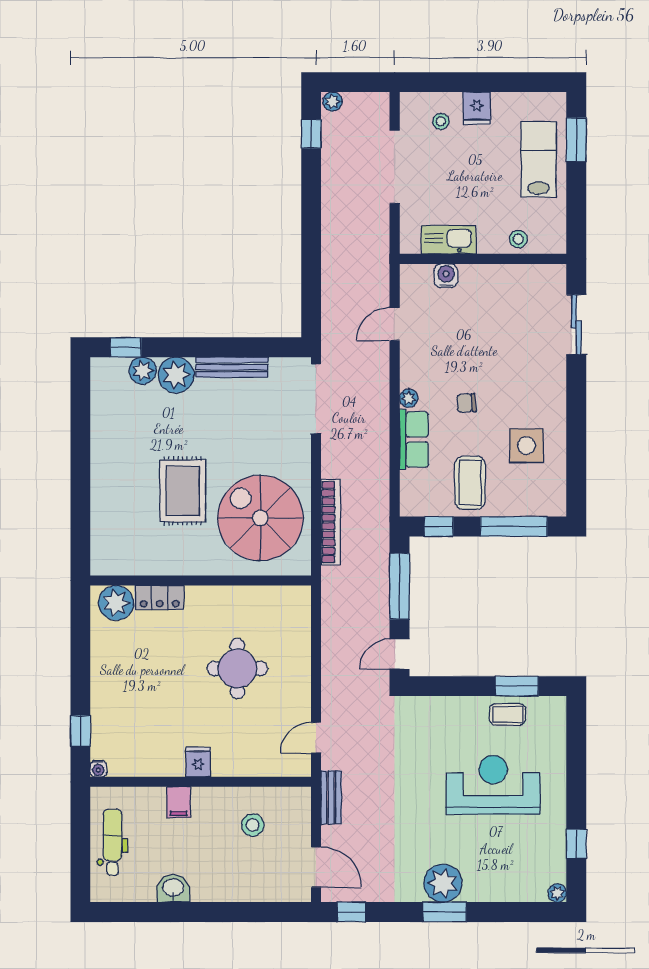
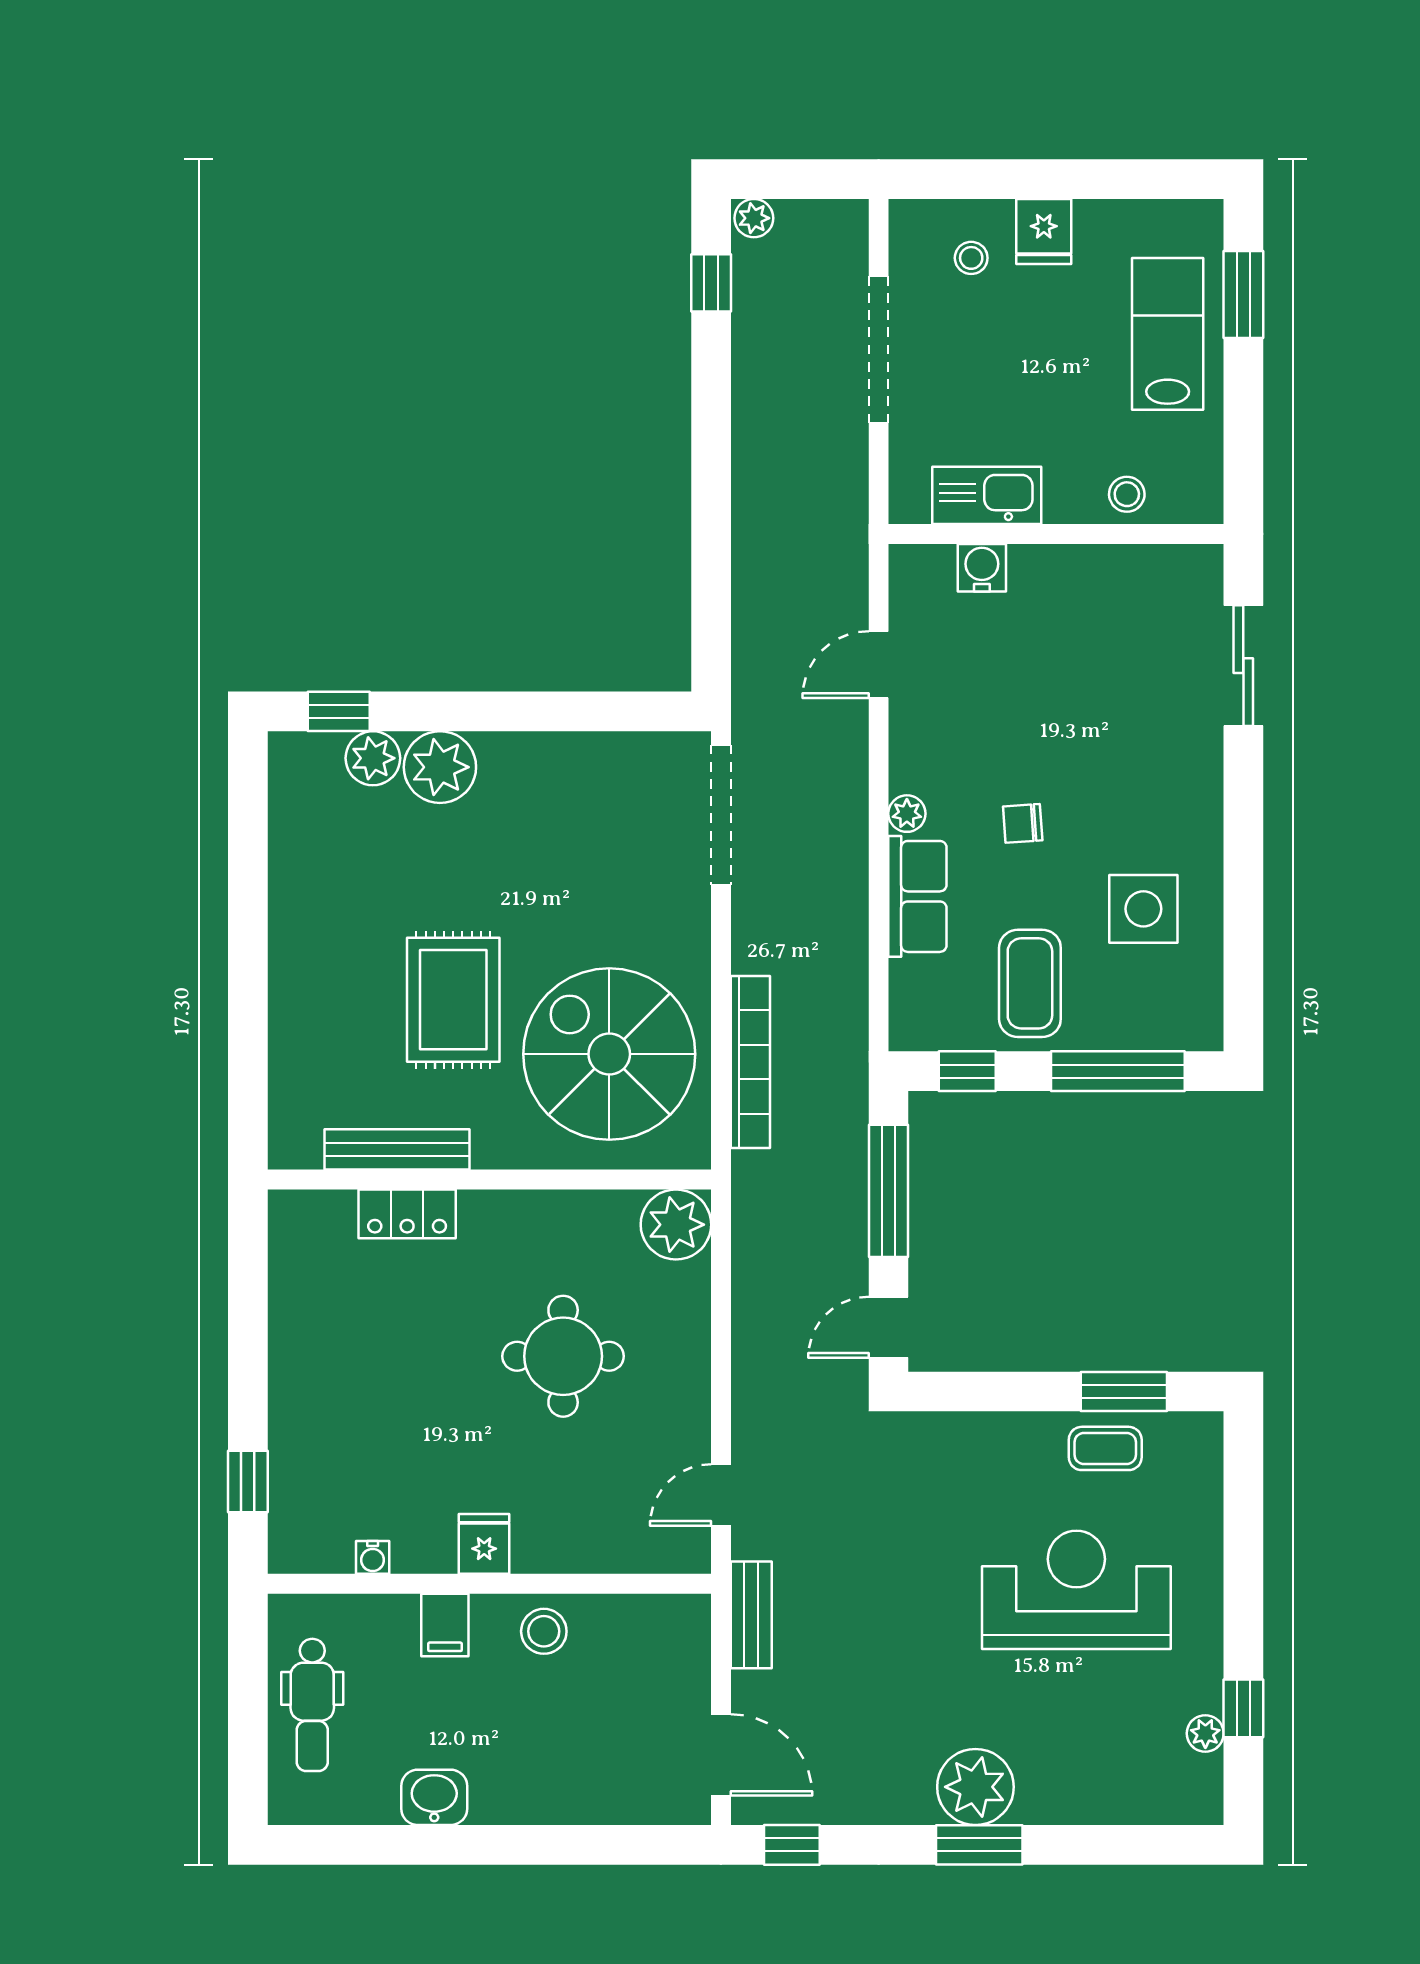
bench: (232, 367) -> (397, 1149), moved
plant: (116, 603) -> (676, 1225), moved
water cooler: (98, 769) -> (373, 1557), moved
stool: (253, 825) -> (544, 1631), moved
dental chair: (112, 842) -> (312, 1705), turned 180
plant: (557, 893) -> (1205, 1733), moved

